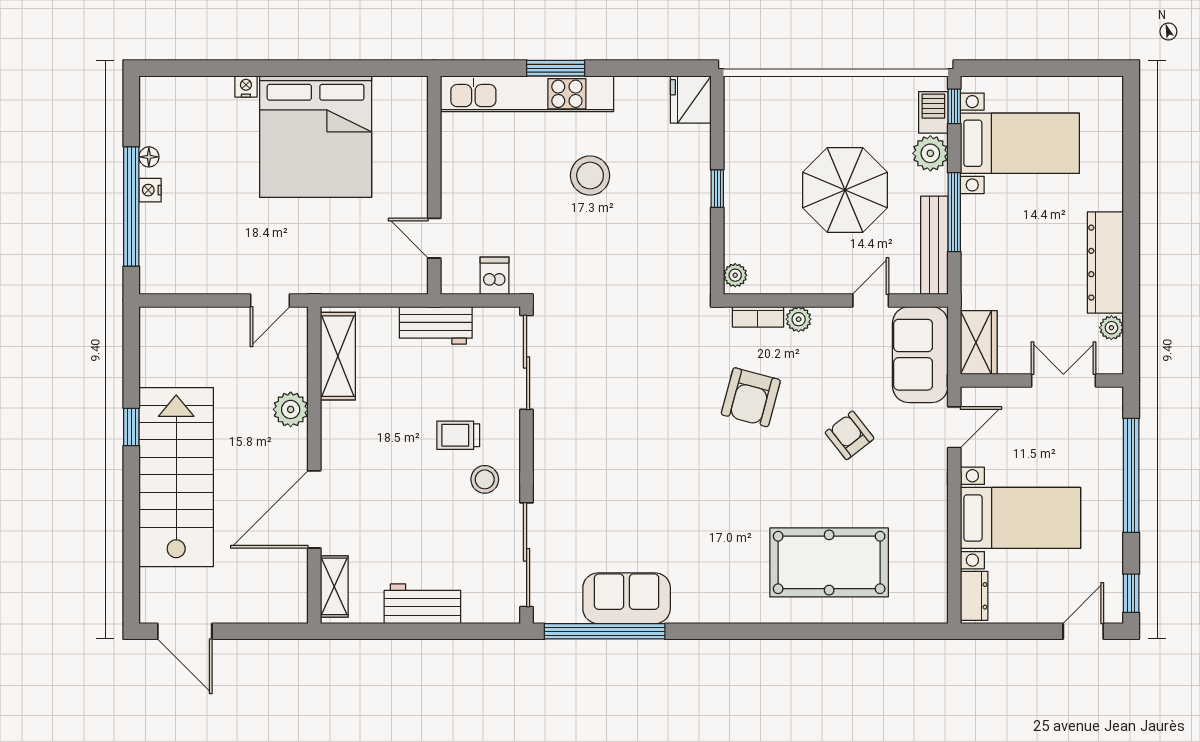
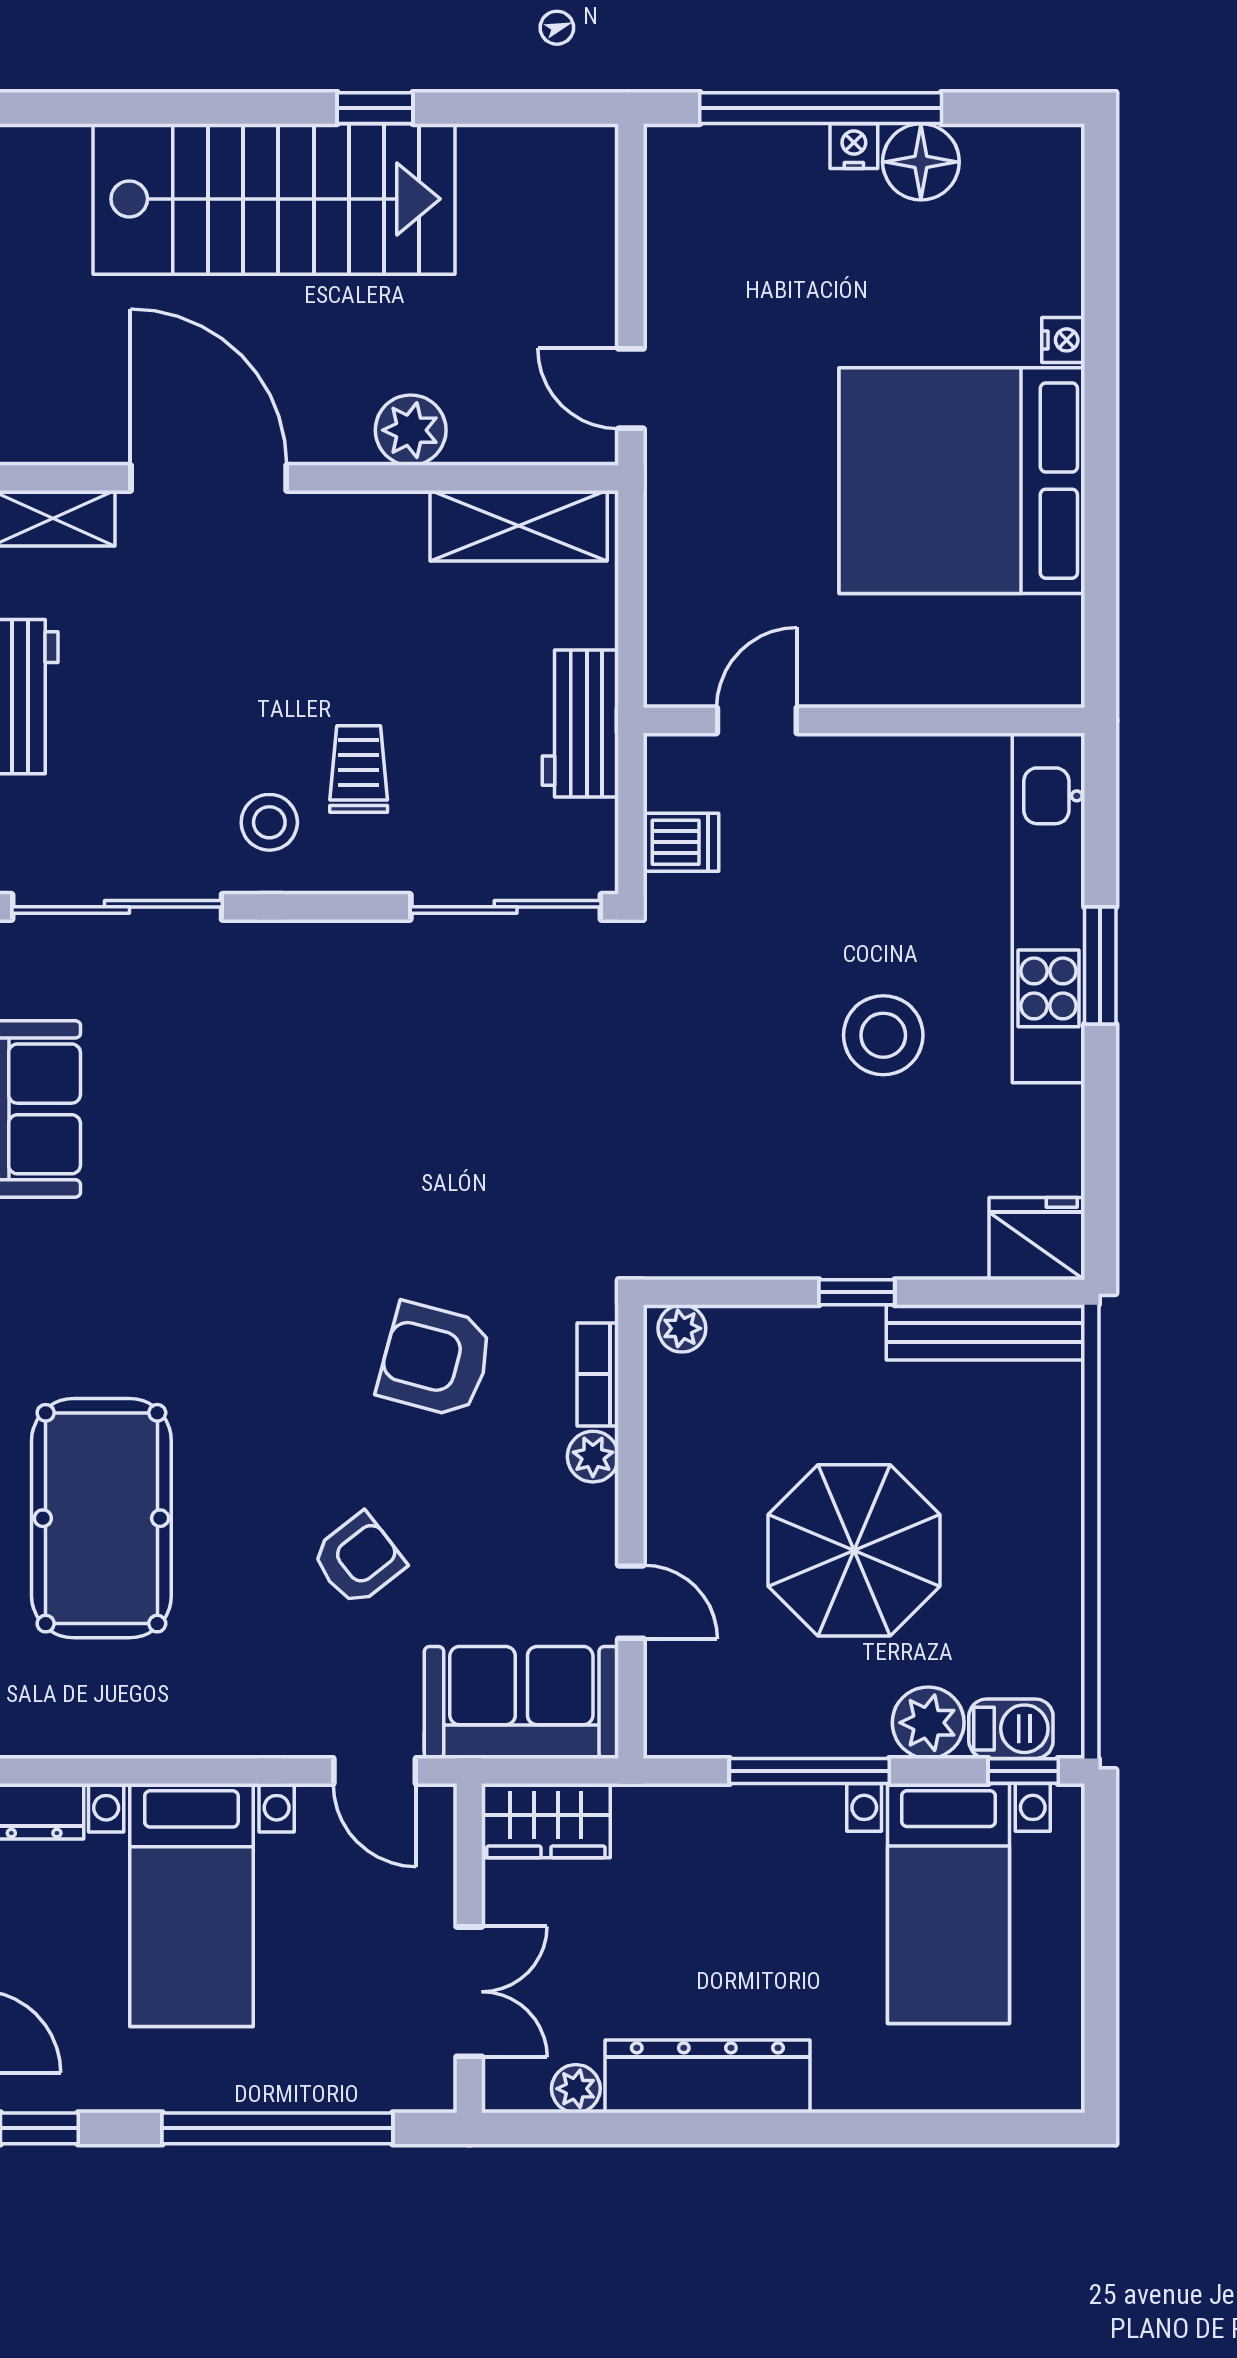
floor lamp: (149, 157) -> (921, 162), width x1.89, depth x1.89
bench: (934, 245) -> (986, 1332), moved

